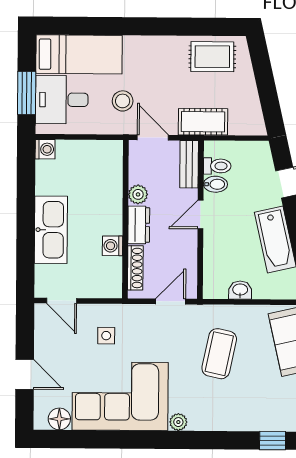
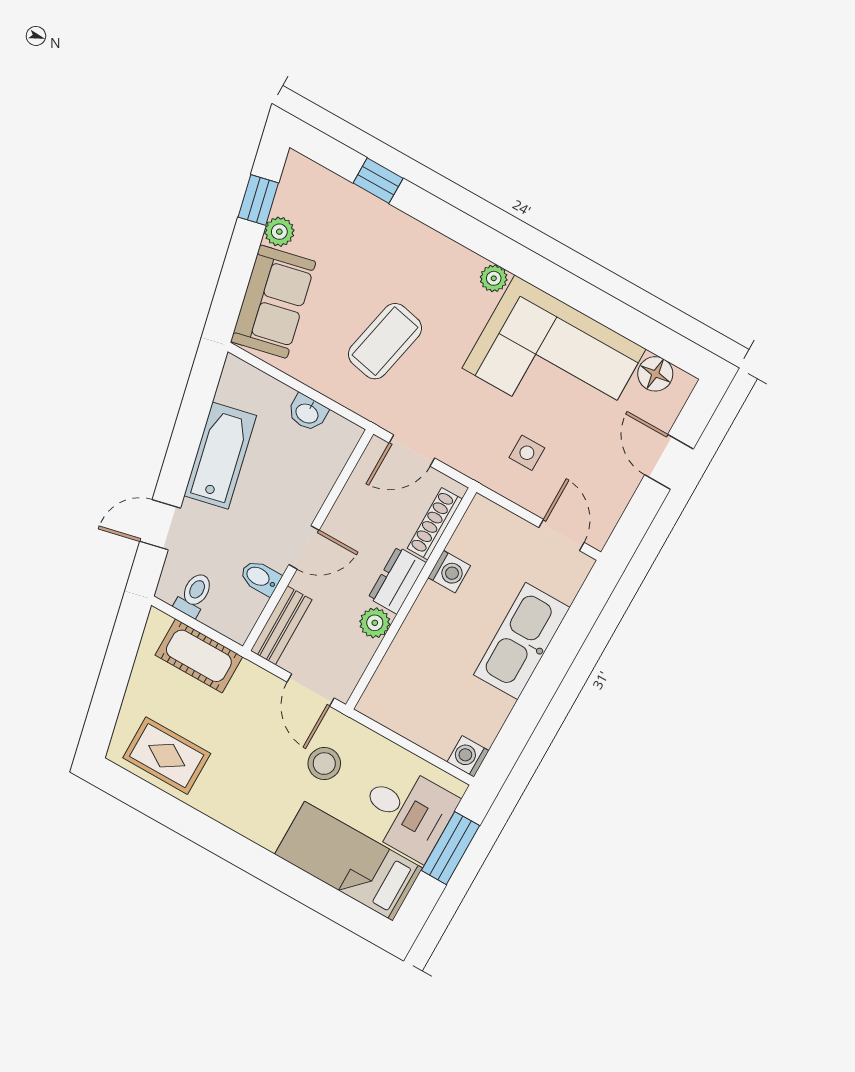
cot: (203, 122) -> (199, 656), moved
toilet: (217, 166) -> (194, 595), moved, turned 90

